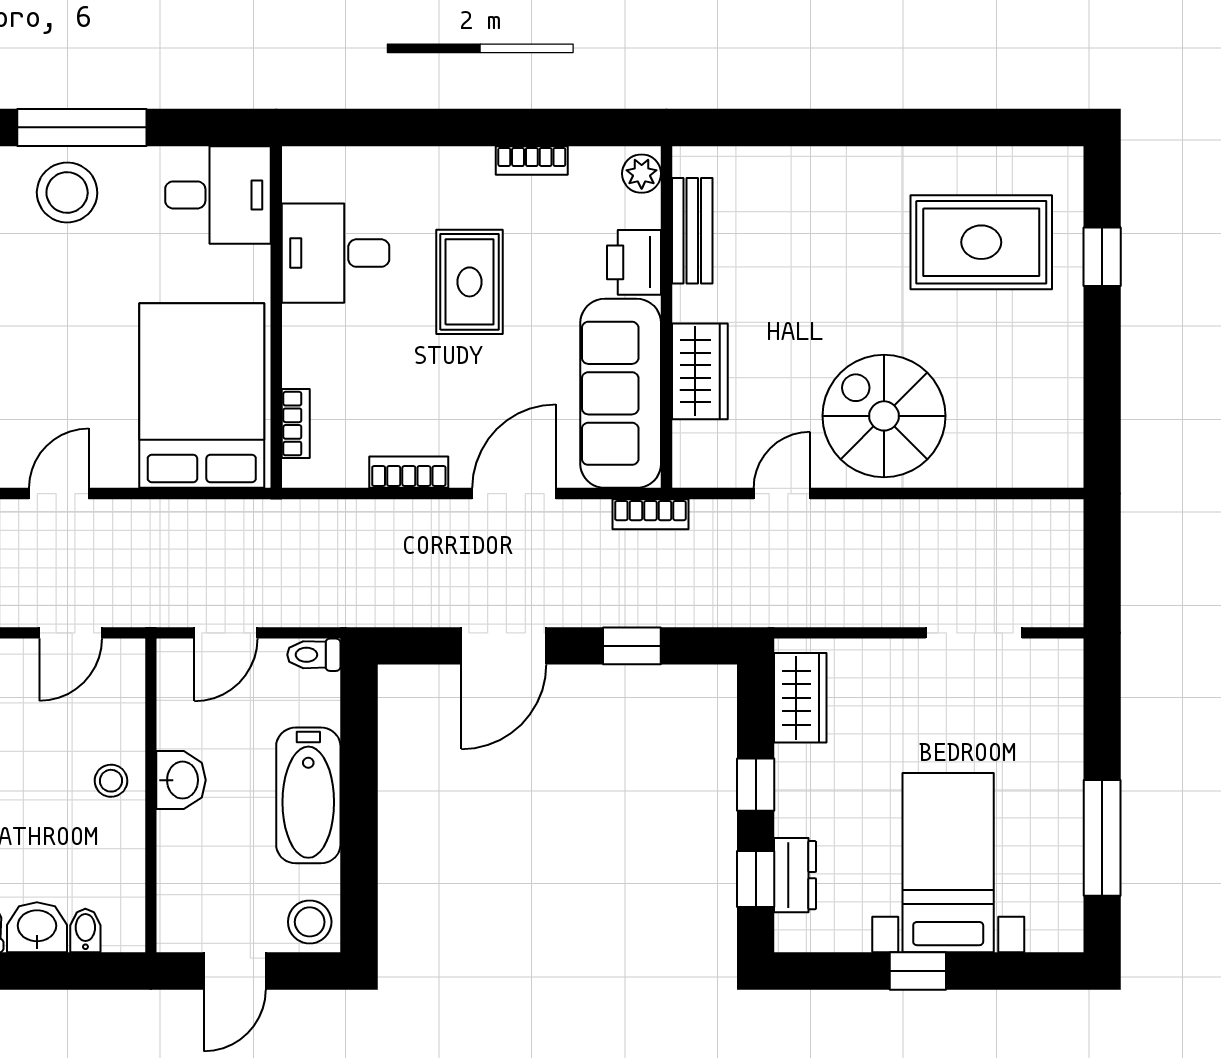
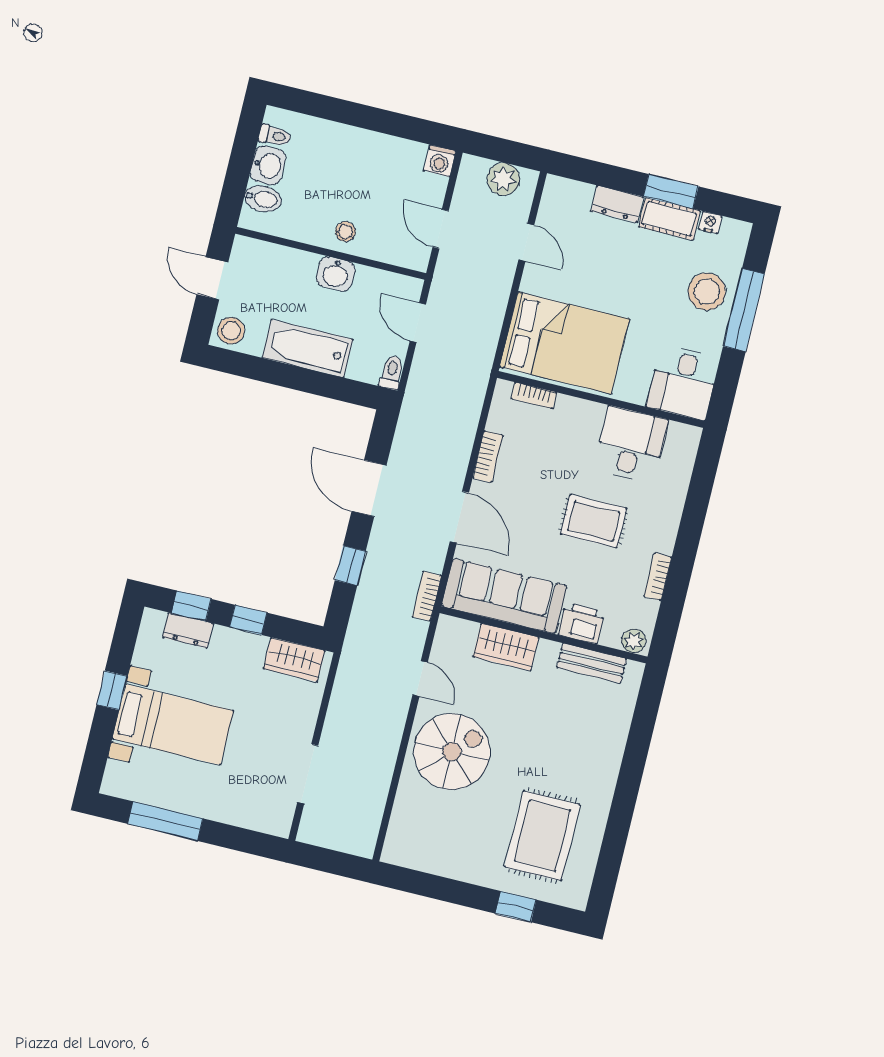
bidet: (85, 931) -> (263, 199), width x1.38, depth x1.36

